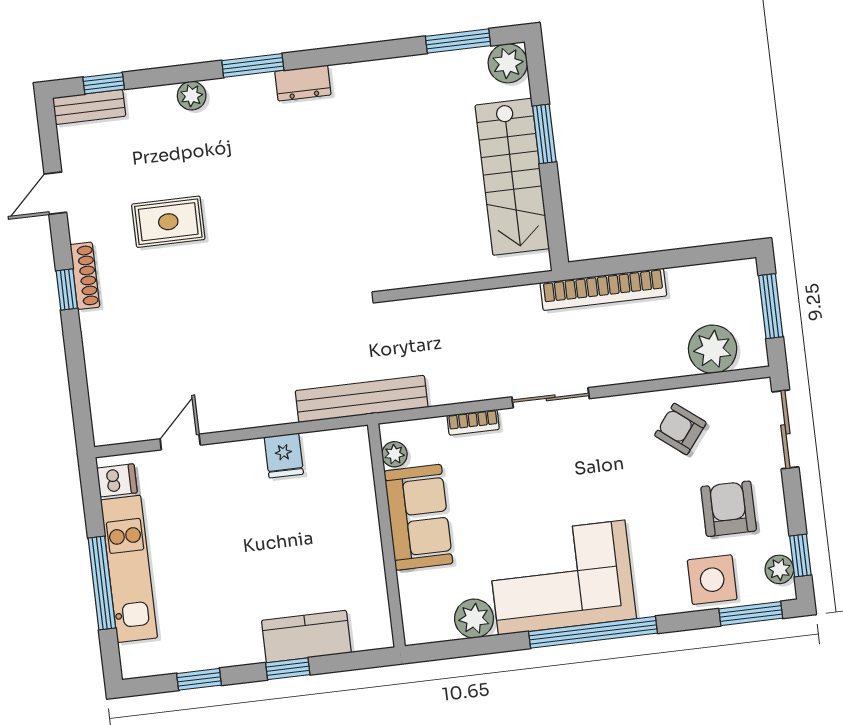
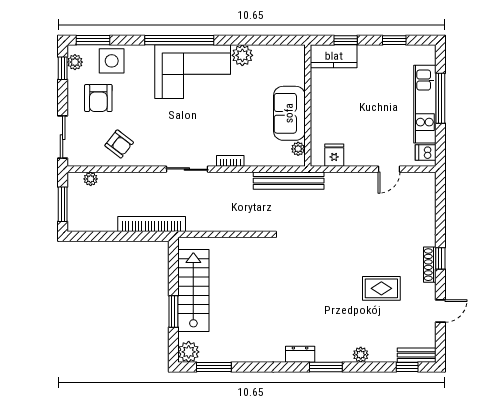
plant: (713, 349) -> (91, 179), width x0.53, depth x0.53
plant: (394, 454) -> (298, 149), moved
sofa: (418, 517) -> (289, 113), moved
wall: (386, 536) -> (308, 106), moved

